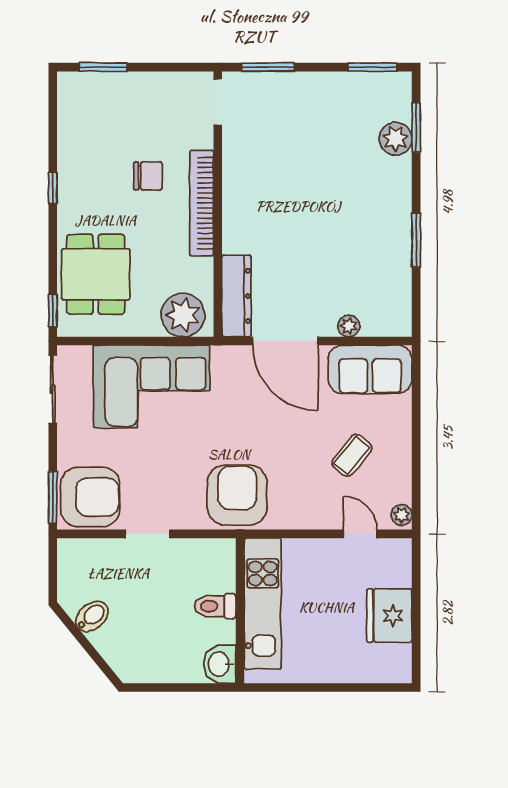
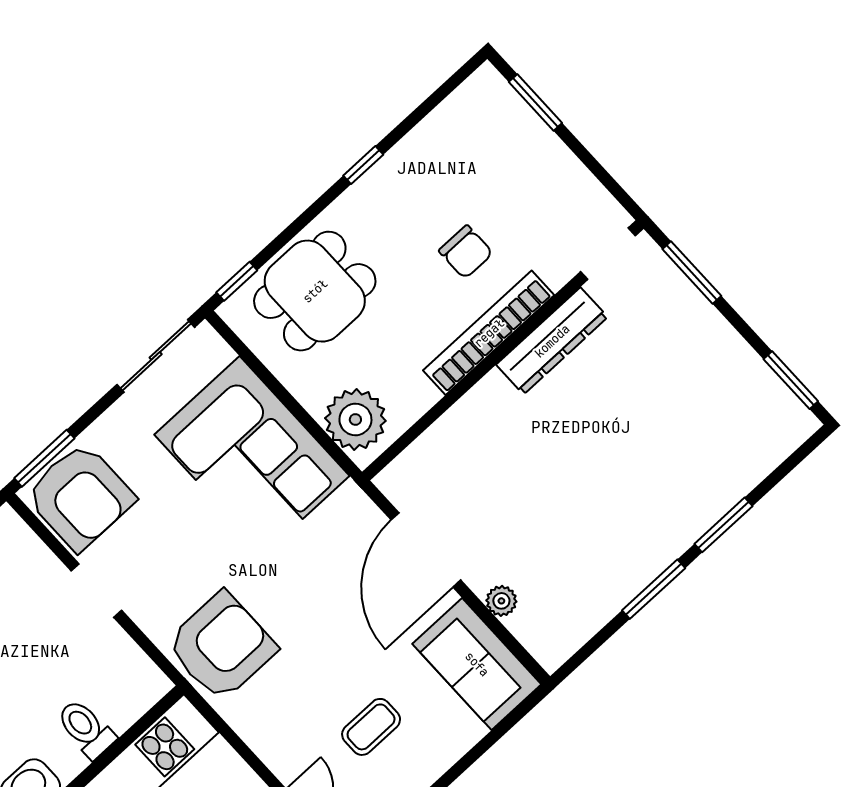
window: (416, 128) -> (723, 525), moved
plant: (396, 139) -> (739, 472), removed
dresser: (236, 296) -> (552, 341), moved
coffee table: (352, 455) -> (371, 727), turned -39

